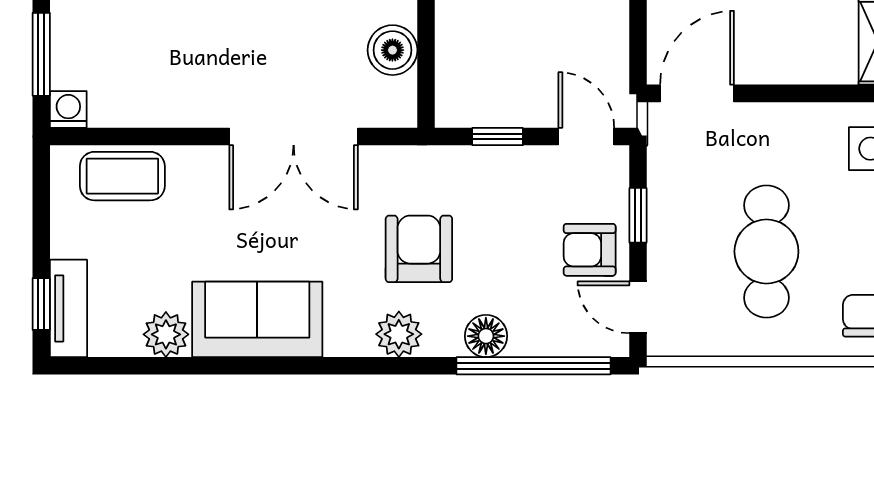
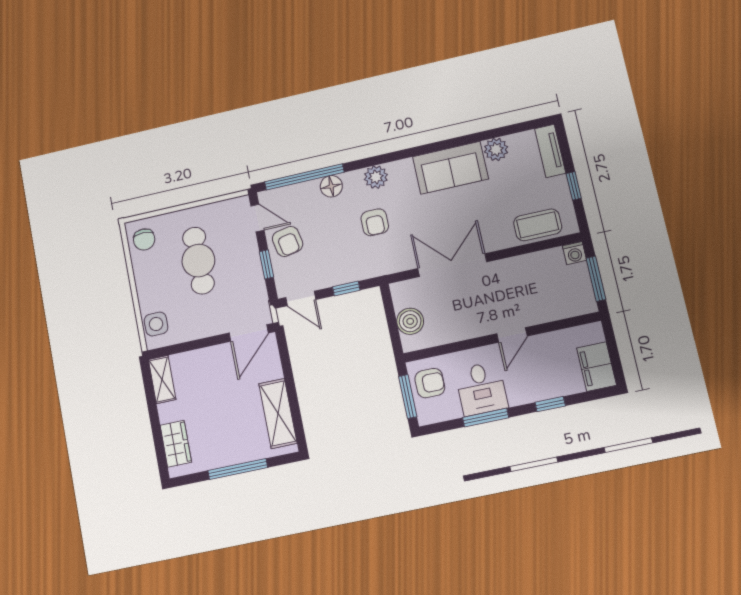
armchair: (419, 249) -> (375, 222), width x0.72, depth x0.72
armchair: (590, 250) -> (288, 241), turned 79
window: (41, 304) -> (574, 186), moved

